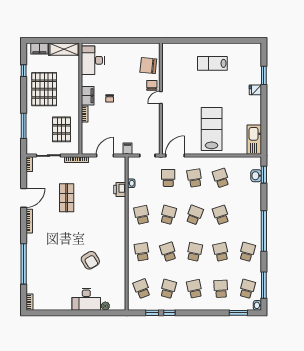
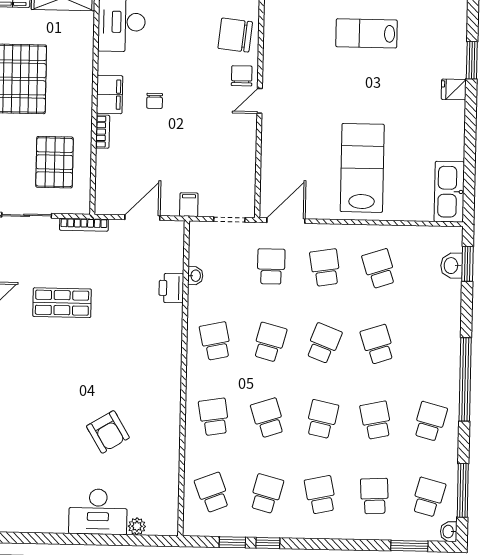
shop shelf: (67, 198) -> (62, 303), turned 90

